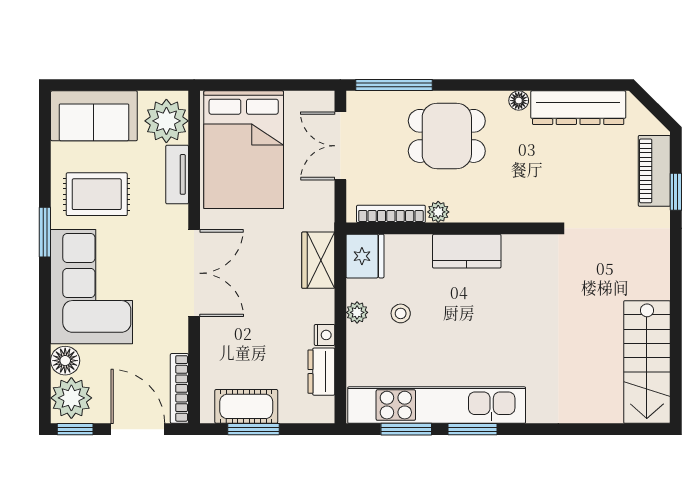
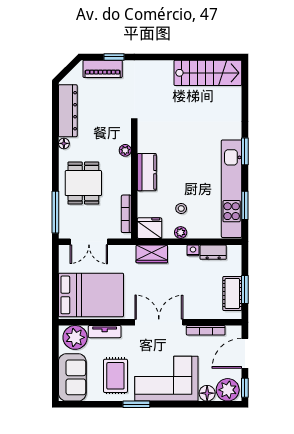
plant: (438, 212) -> (125, 150), moved
bookcase: (179, 388) -> (206, 330), moved
window: (473, 429) -> (245, 151), moved

